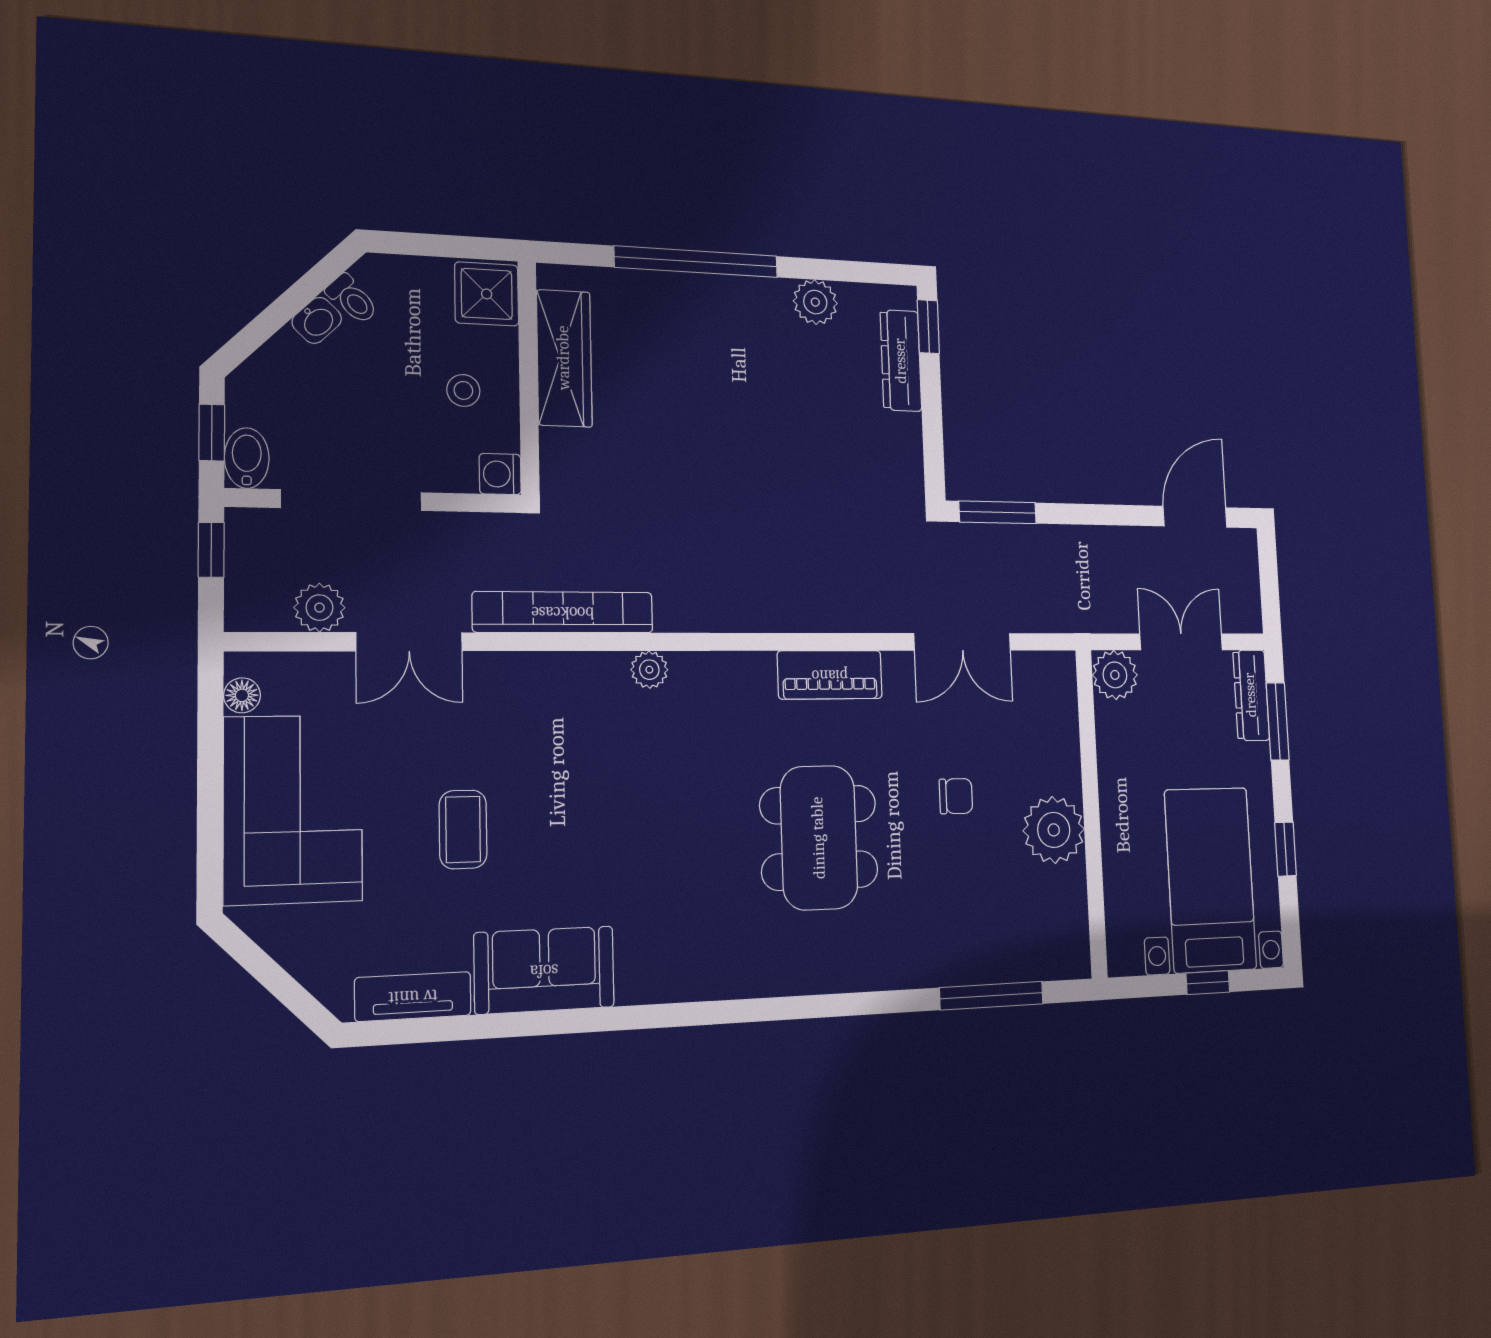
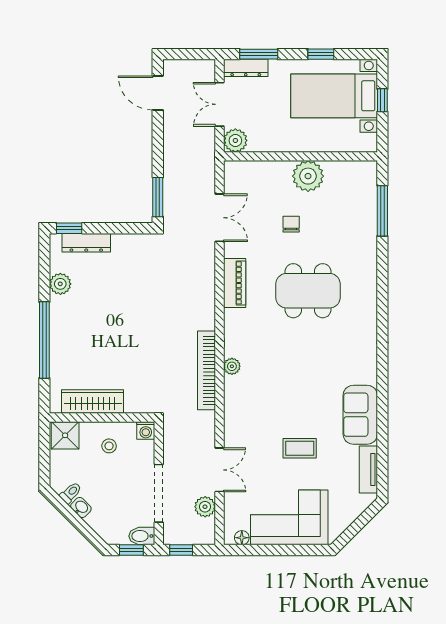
bookcase: (563, 612) -> (206, 370), moved

